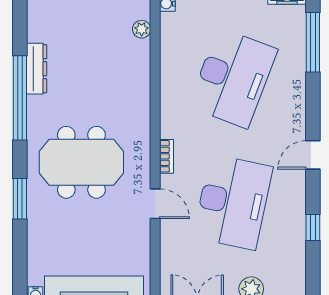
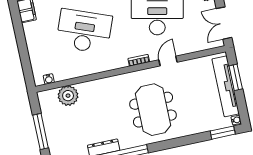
plant: (142, 29) -> (68, 96), width x1.88, depth x1.88
window: (20, 199) -> (223, 133), moved

